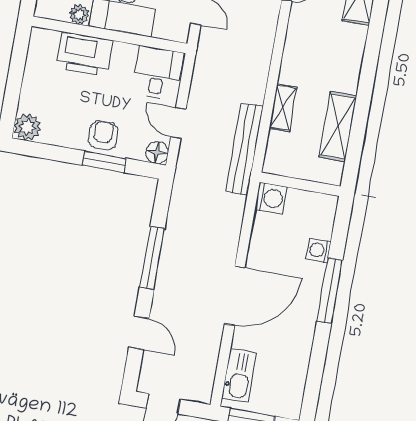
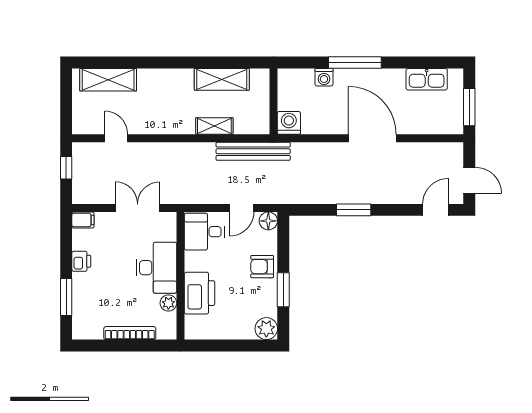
window: (104, 162) -> (283, 290), moved
window: (152, 258) -> (354, 210), width x0.69
door: (139, 333) -> (436, 210), moved
kitchen sink: (239, 375) -> (427, 79), moved, turned 180

